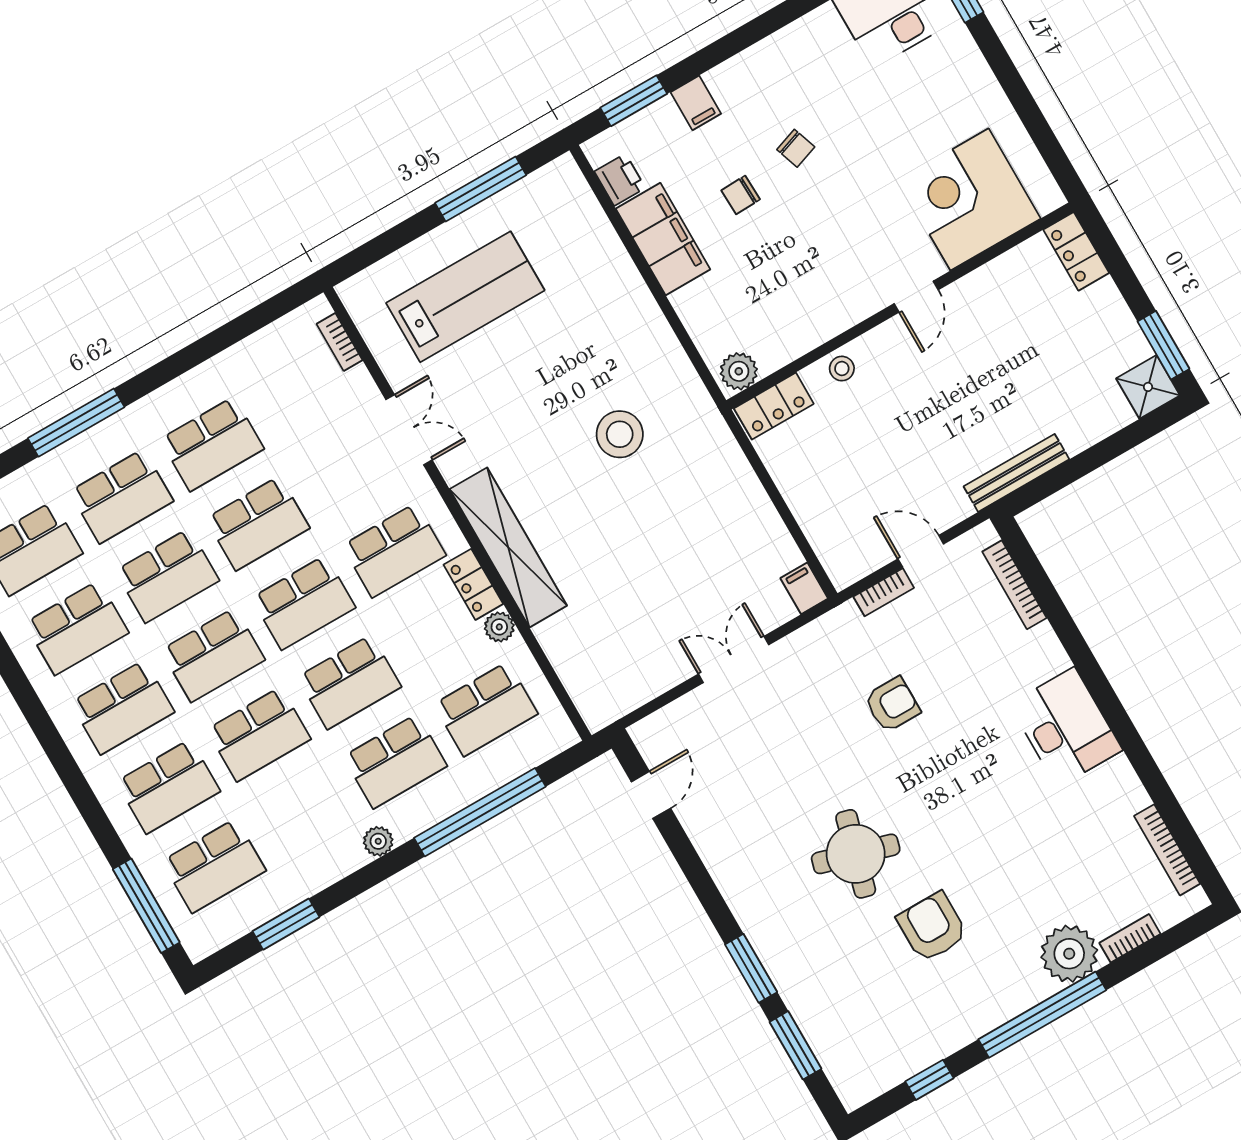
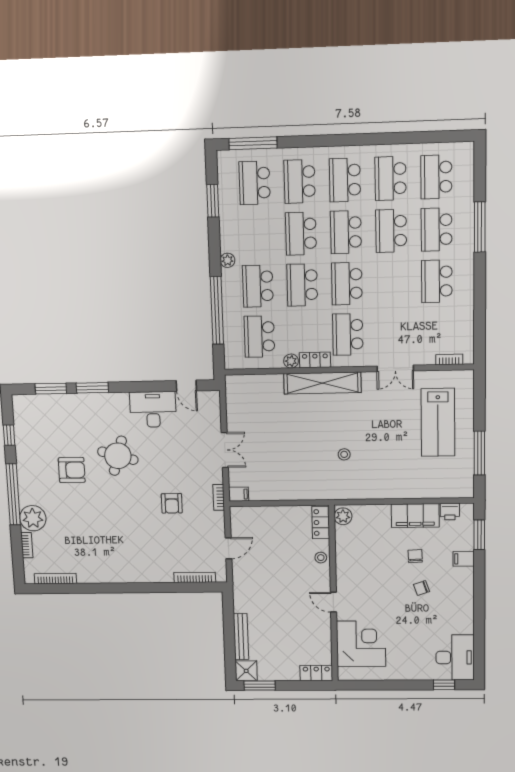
stool: (620, 434) -> (344, 454), width x0.53, depth x0.53
bench: (1016, 473) -> (241, 637), moved
school desk: (258, 523) -> (392, 283), removed
bookcase: (884, 592) -> (219, 497), moved
desk: (1066, 727) -> (153, 409), moved, turned 180

